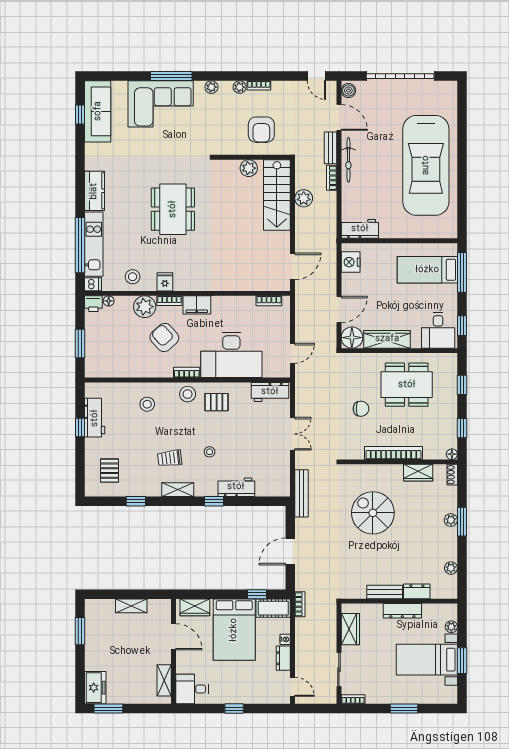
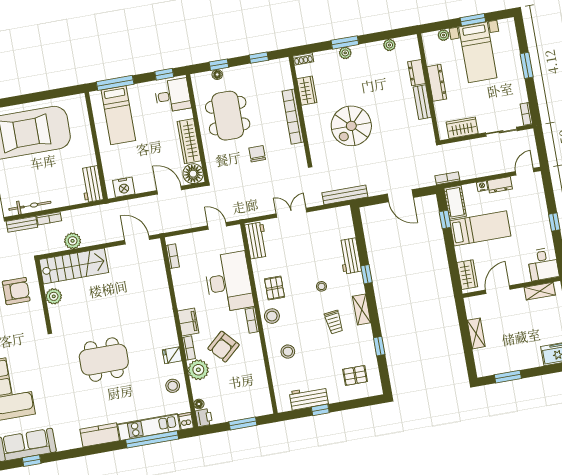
floor lamp: (452, 454) -> (217, 74), moved
bed: (234, 630) -> (480, 228), width x0.67

